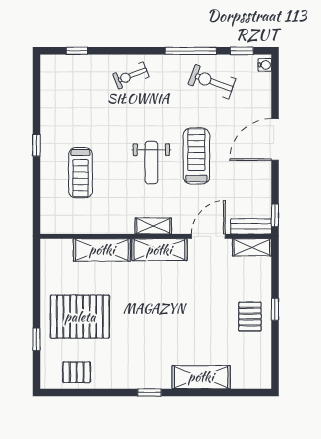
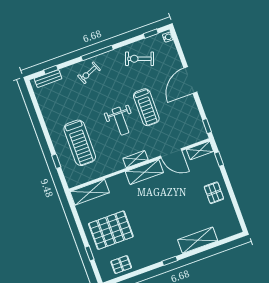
window: (191, 51) -> (97, 53), moved
window: (36, 145) -> (56, 161), moved
treadmill: (196, 156) -> (146, 107), turned 180
treadmill: (80, 173) -> (80, 143), width x1.37, depth x1.38
bench: (251, 226) -> (48, 79), moved
door: (208, 236) -> (171, 153), swing flipped
shelving: (102, 250) -> (90, 192), moved
window: (275, 309) -> (219, 159), moved

